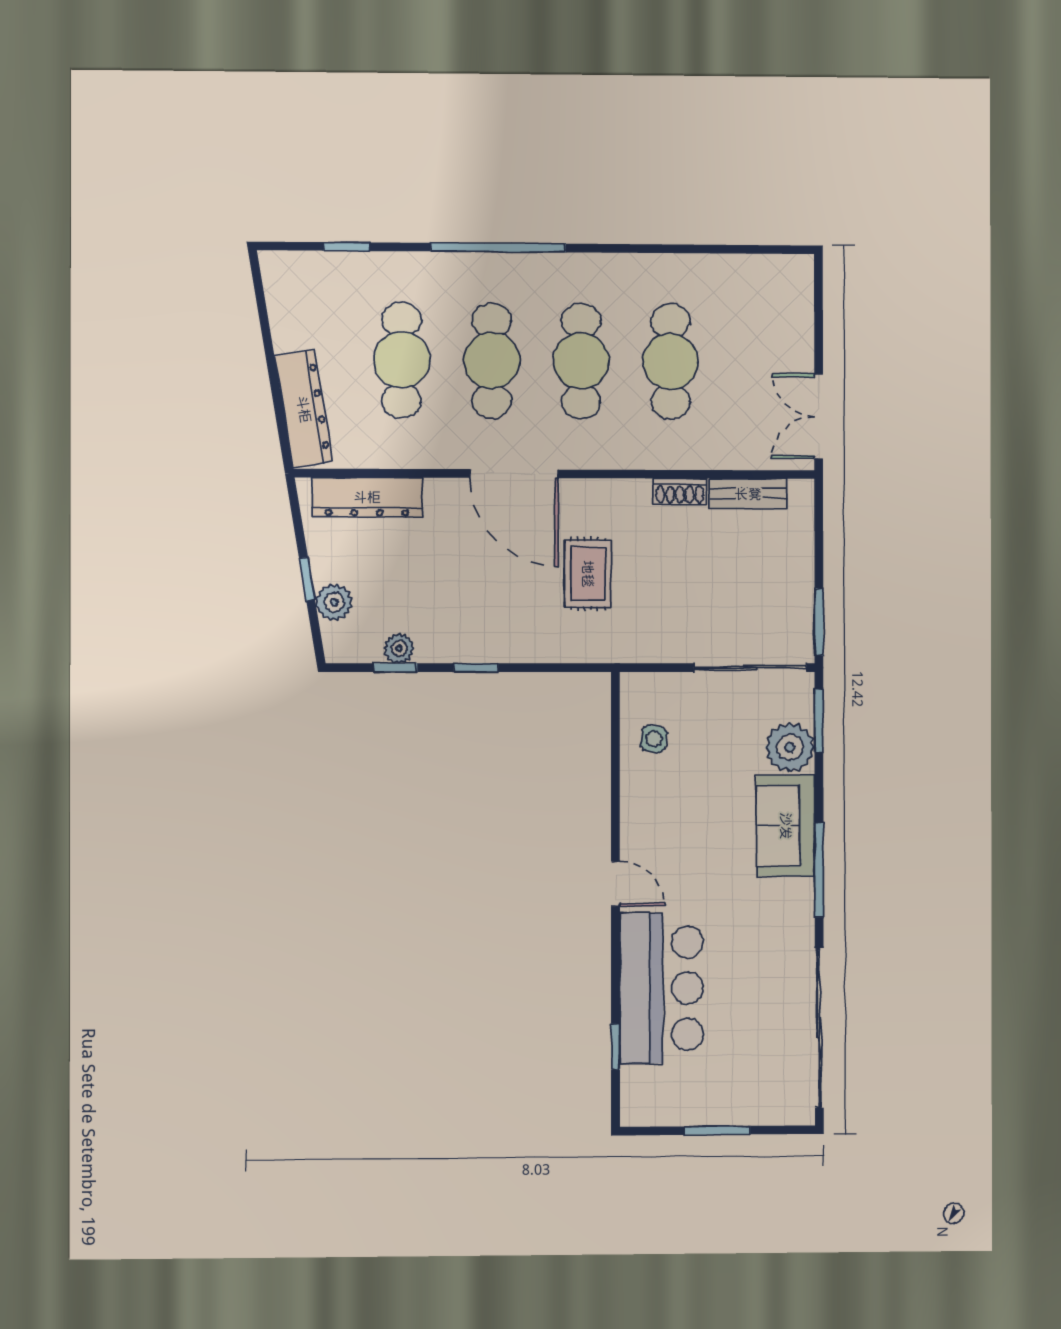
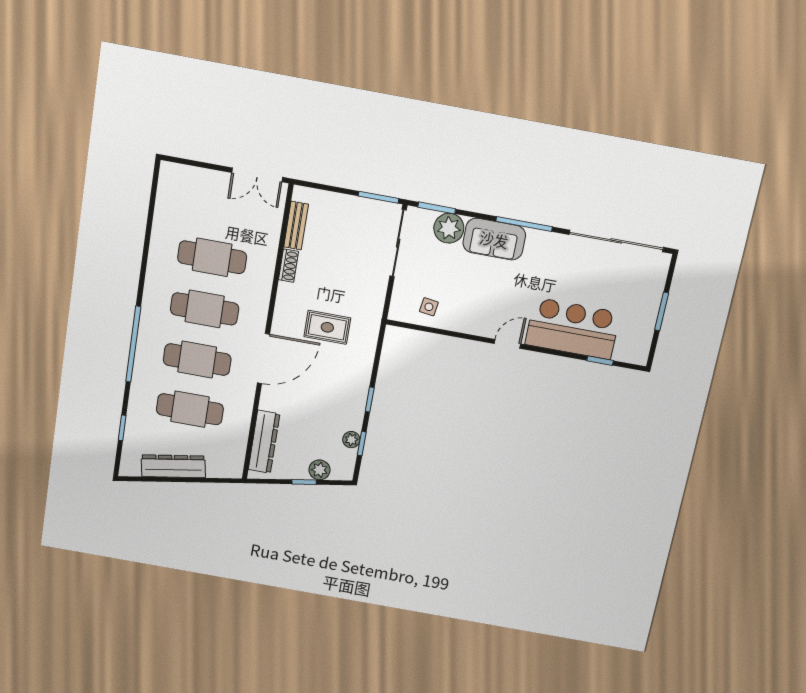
dresser: (304, 409) -> (173, 466), moved

